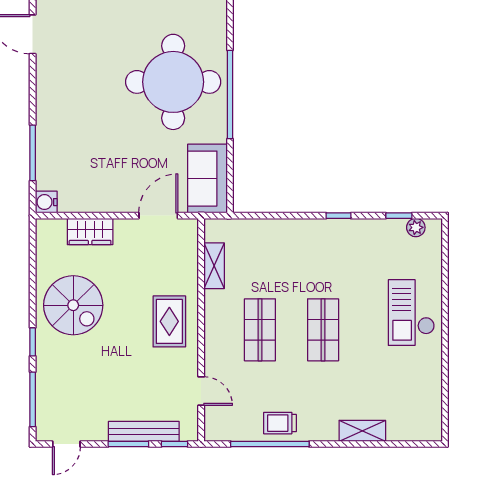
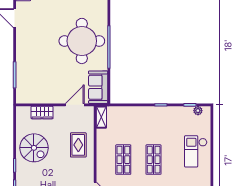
water cooler: (46, 202) -> (21, 98), removed
shelving: (214, 266) -> (101, 117), moved
rug: (169, 321) -> (78, 145), moved

